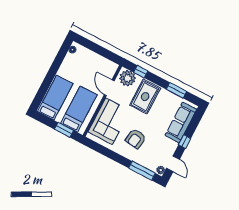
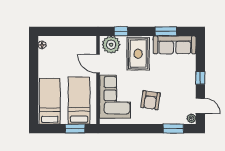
sofa: (181, 122) -> (175, 45), moved, turned -90
window: (142, 171) -> (173, 129), width x0.69

